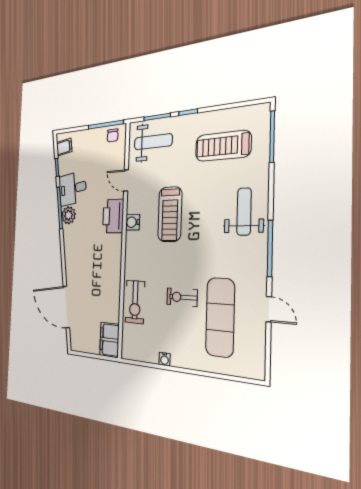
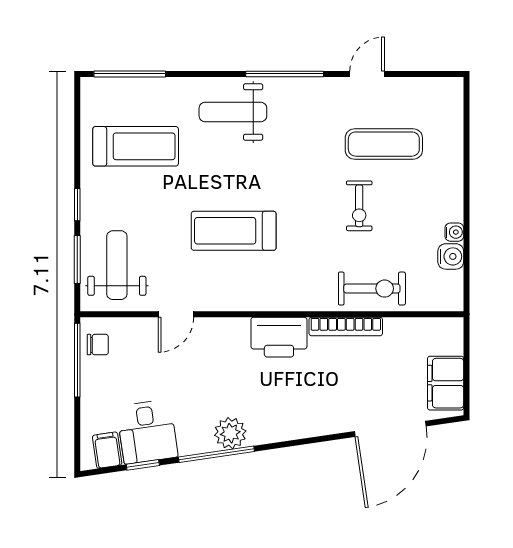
treadmill: (223, 146) -> (136, 146), turned -90
desk: (73, 189) -> (147, 432), moved
treadmill: (170, 214) -> (234, 231), turned 180
printer: (113, 216) -> (279, 337), moved
water cooler: (133, 222) -> (451, 256), moved, turned -90
bookcase: (116, 284) -> (346, 327), added
exercise mat: (220, 317) -> (384, 144), width x0.73, depth x0.69
filing cabinet: (109, 340) -> (446, 383), moved, turned 90

